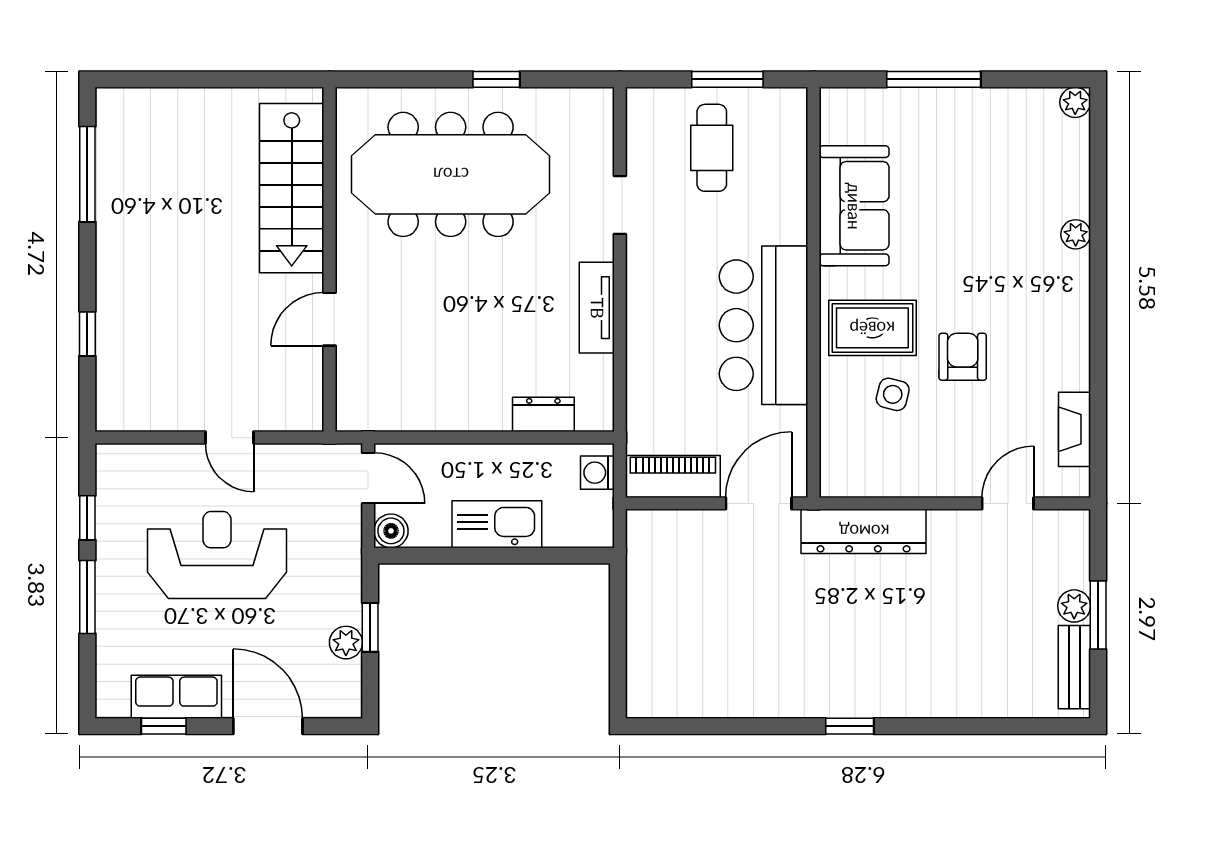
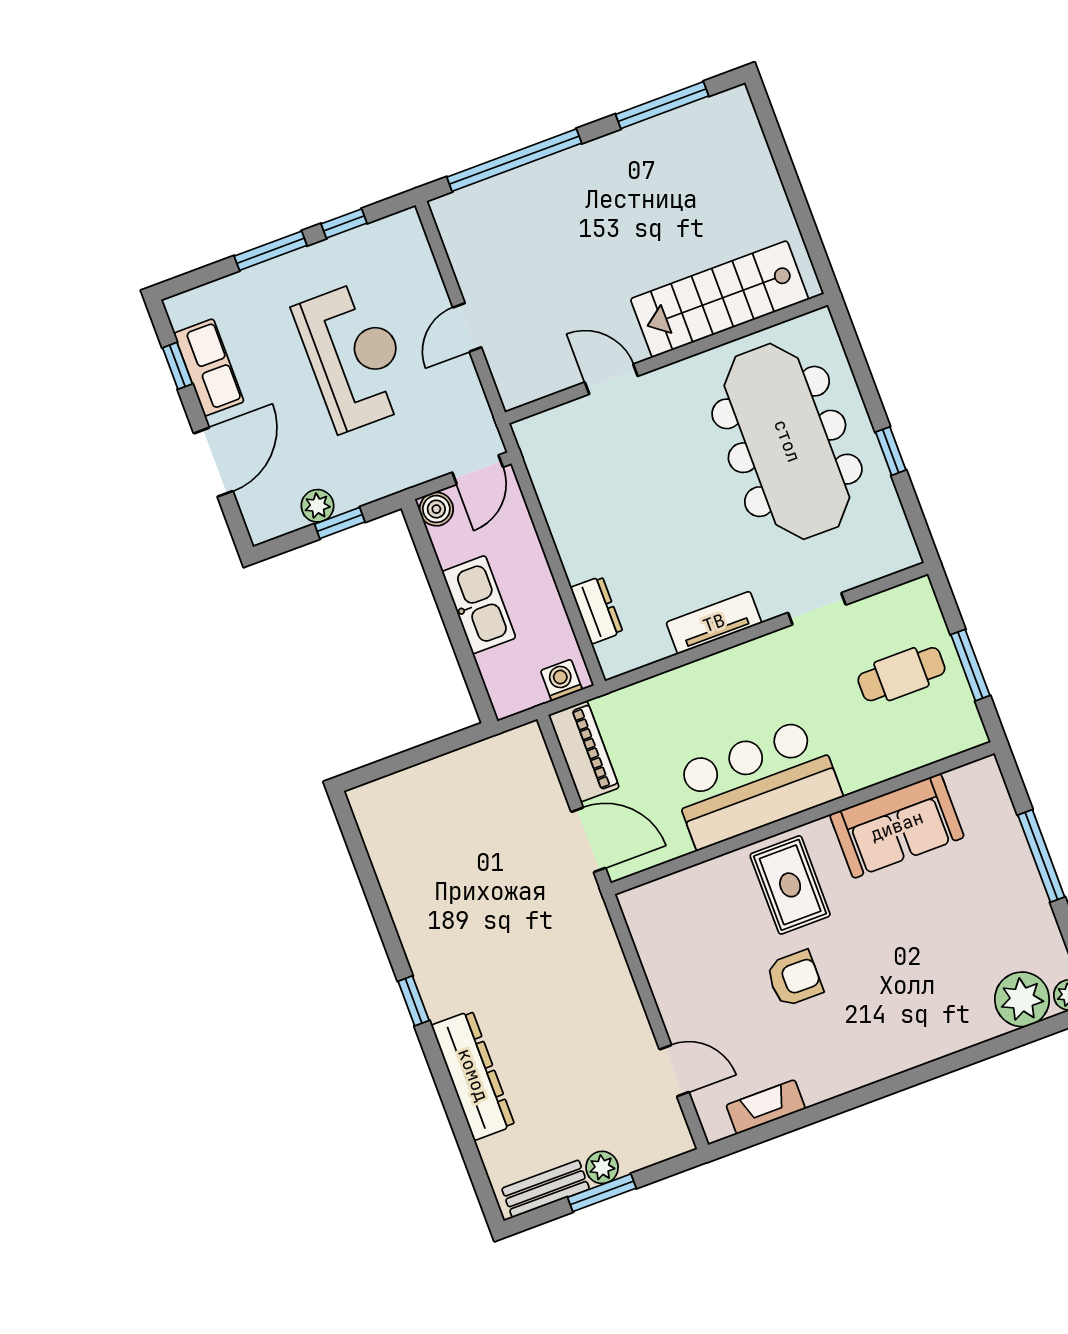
plant: (1076, 234) -> (1022, 999), moved, width x1.87, depth x1.87
window: (87, 334) -> (514, 160), width x3.17
side table: (893, 394) -> (736, 927), removed
dresser: (864, 531) -> (473, 1075), moved, turned 180

